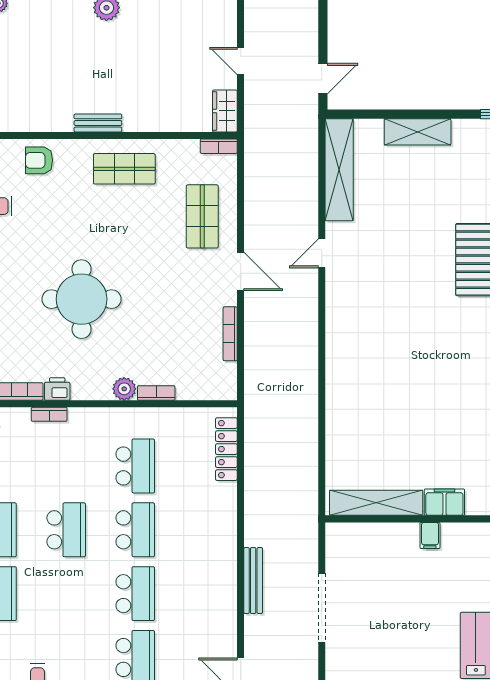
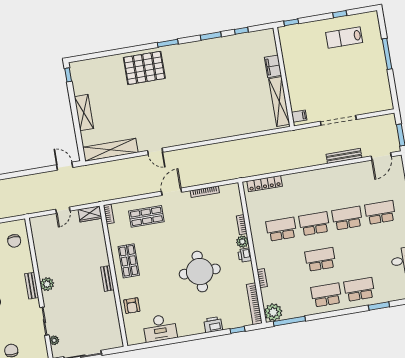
printer: (57, 389) -> (245, 255), moved
filing cabinet: (430, 535) -> (299, 116), moved
bench: (253, 581) -> (344, 156), moved

